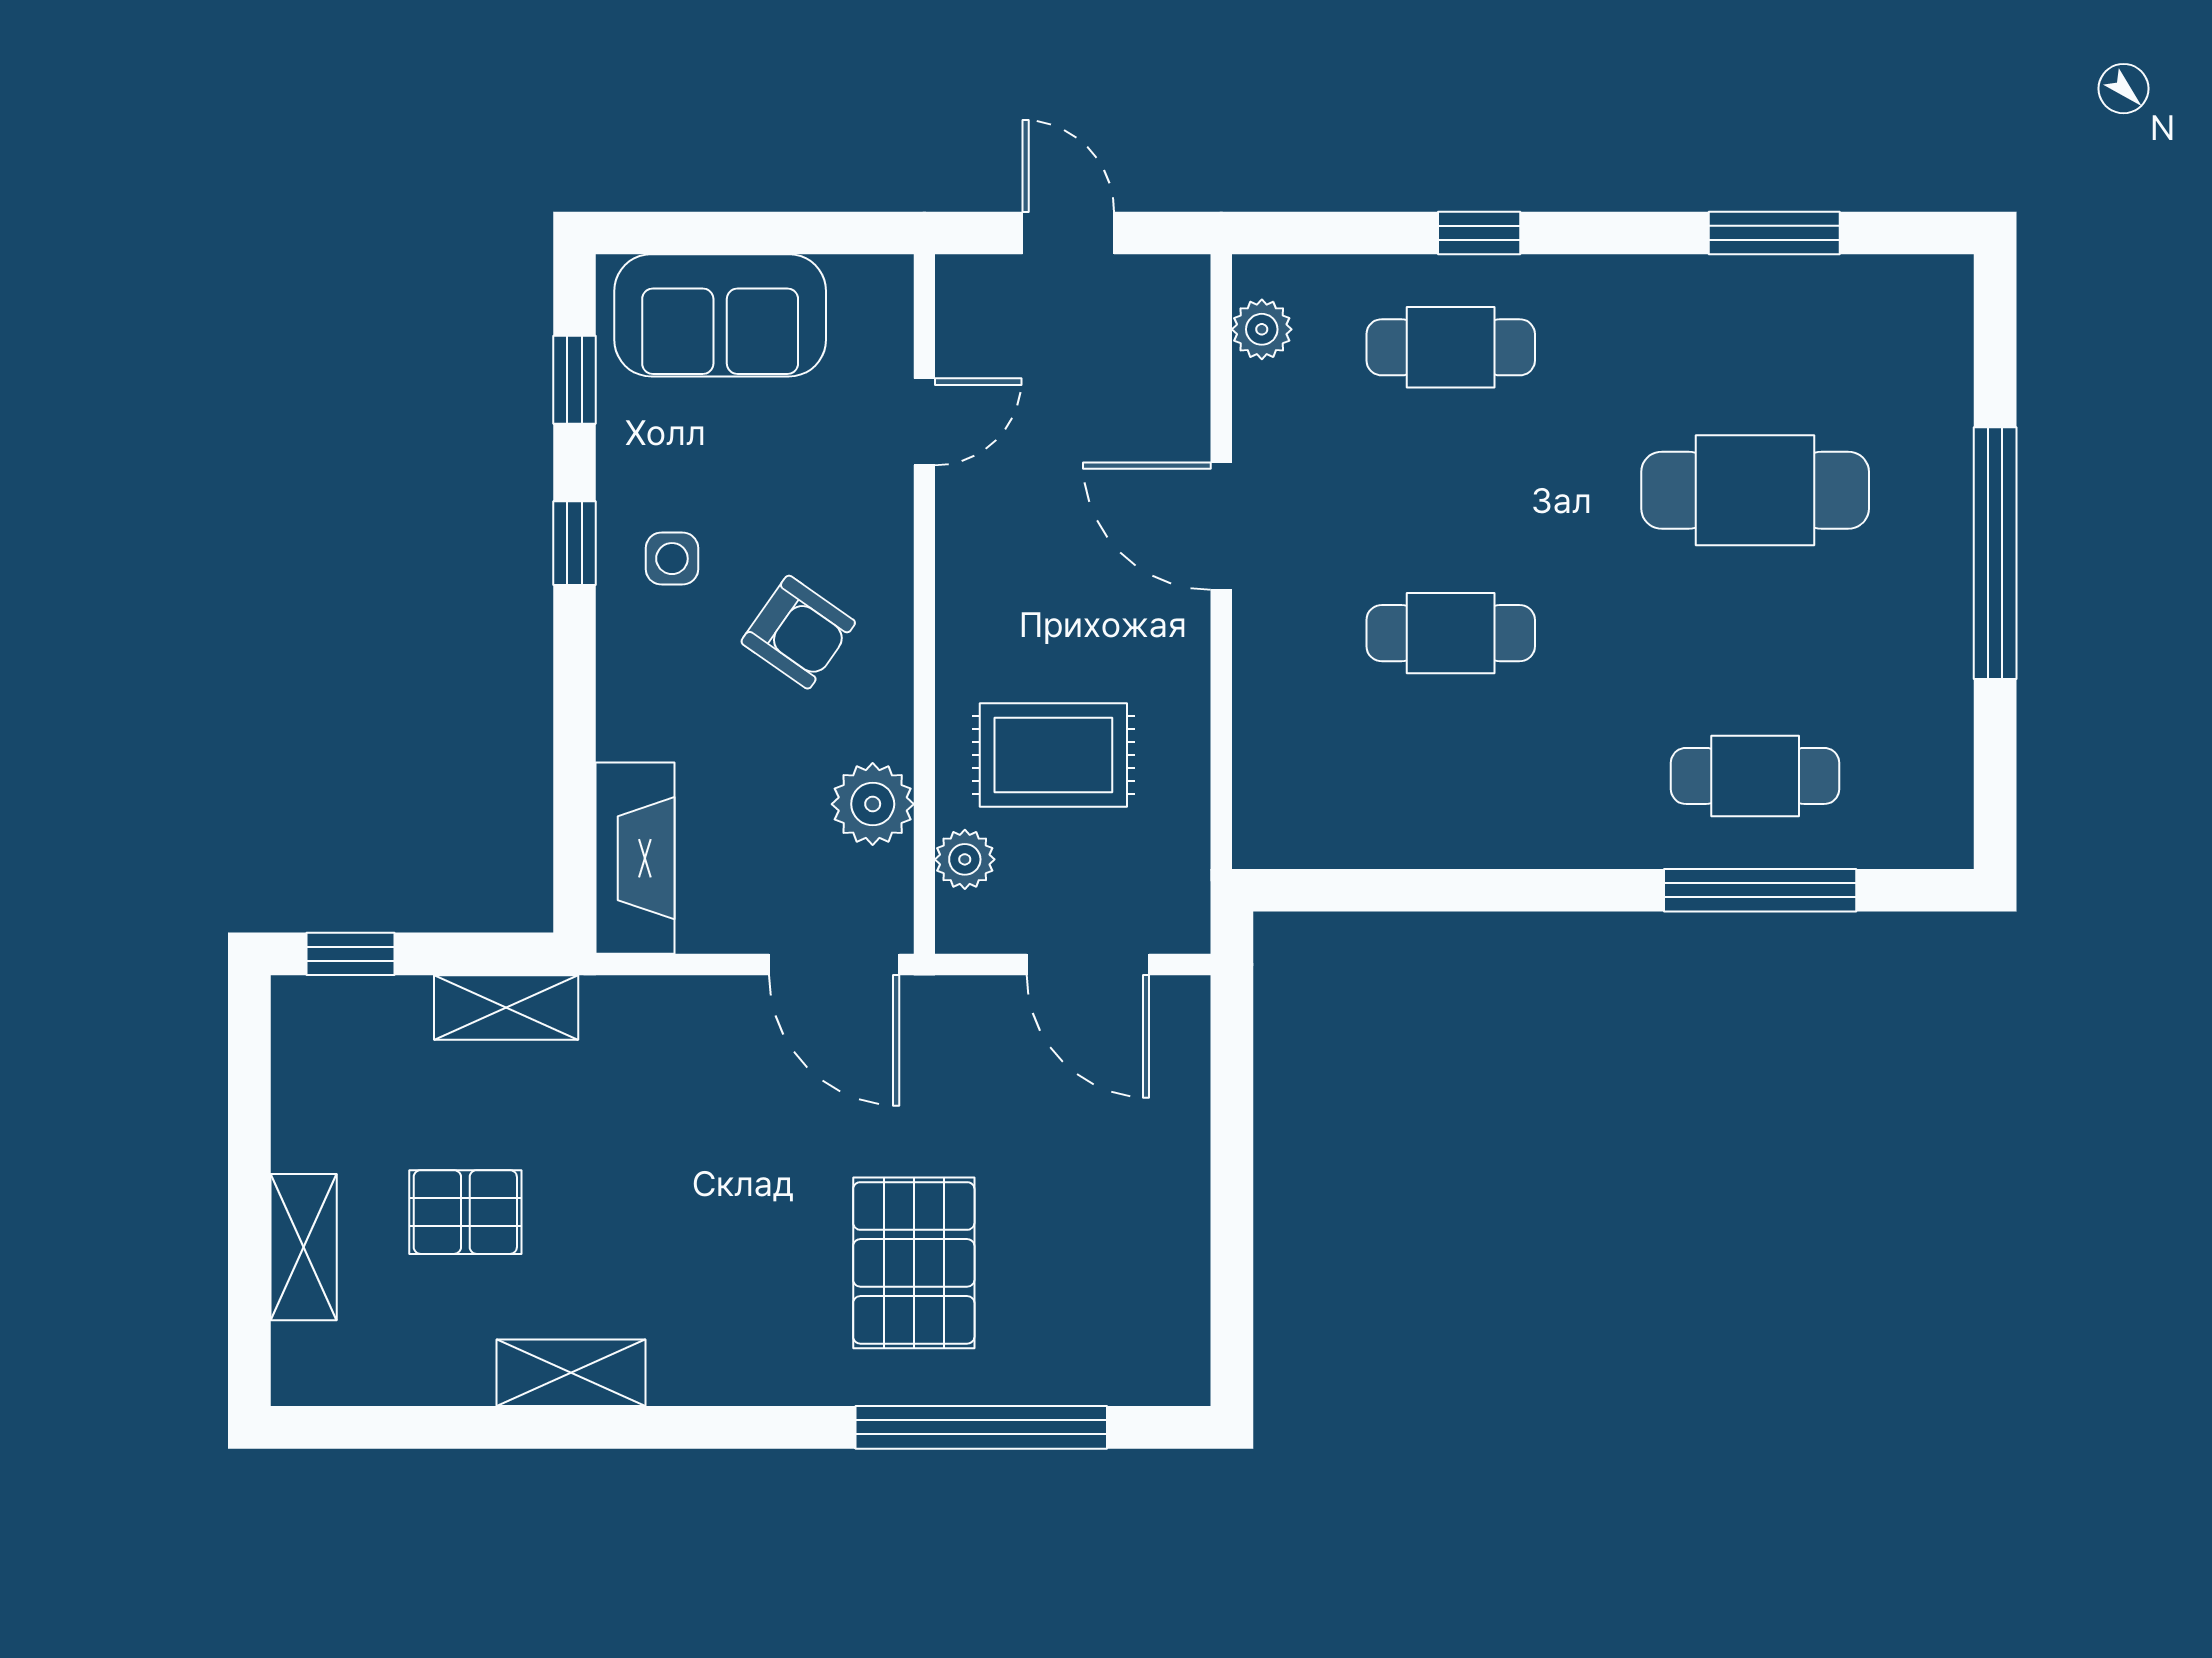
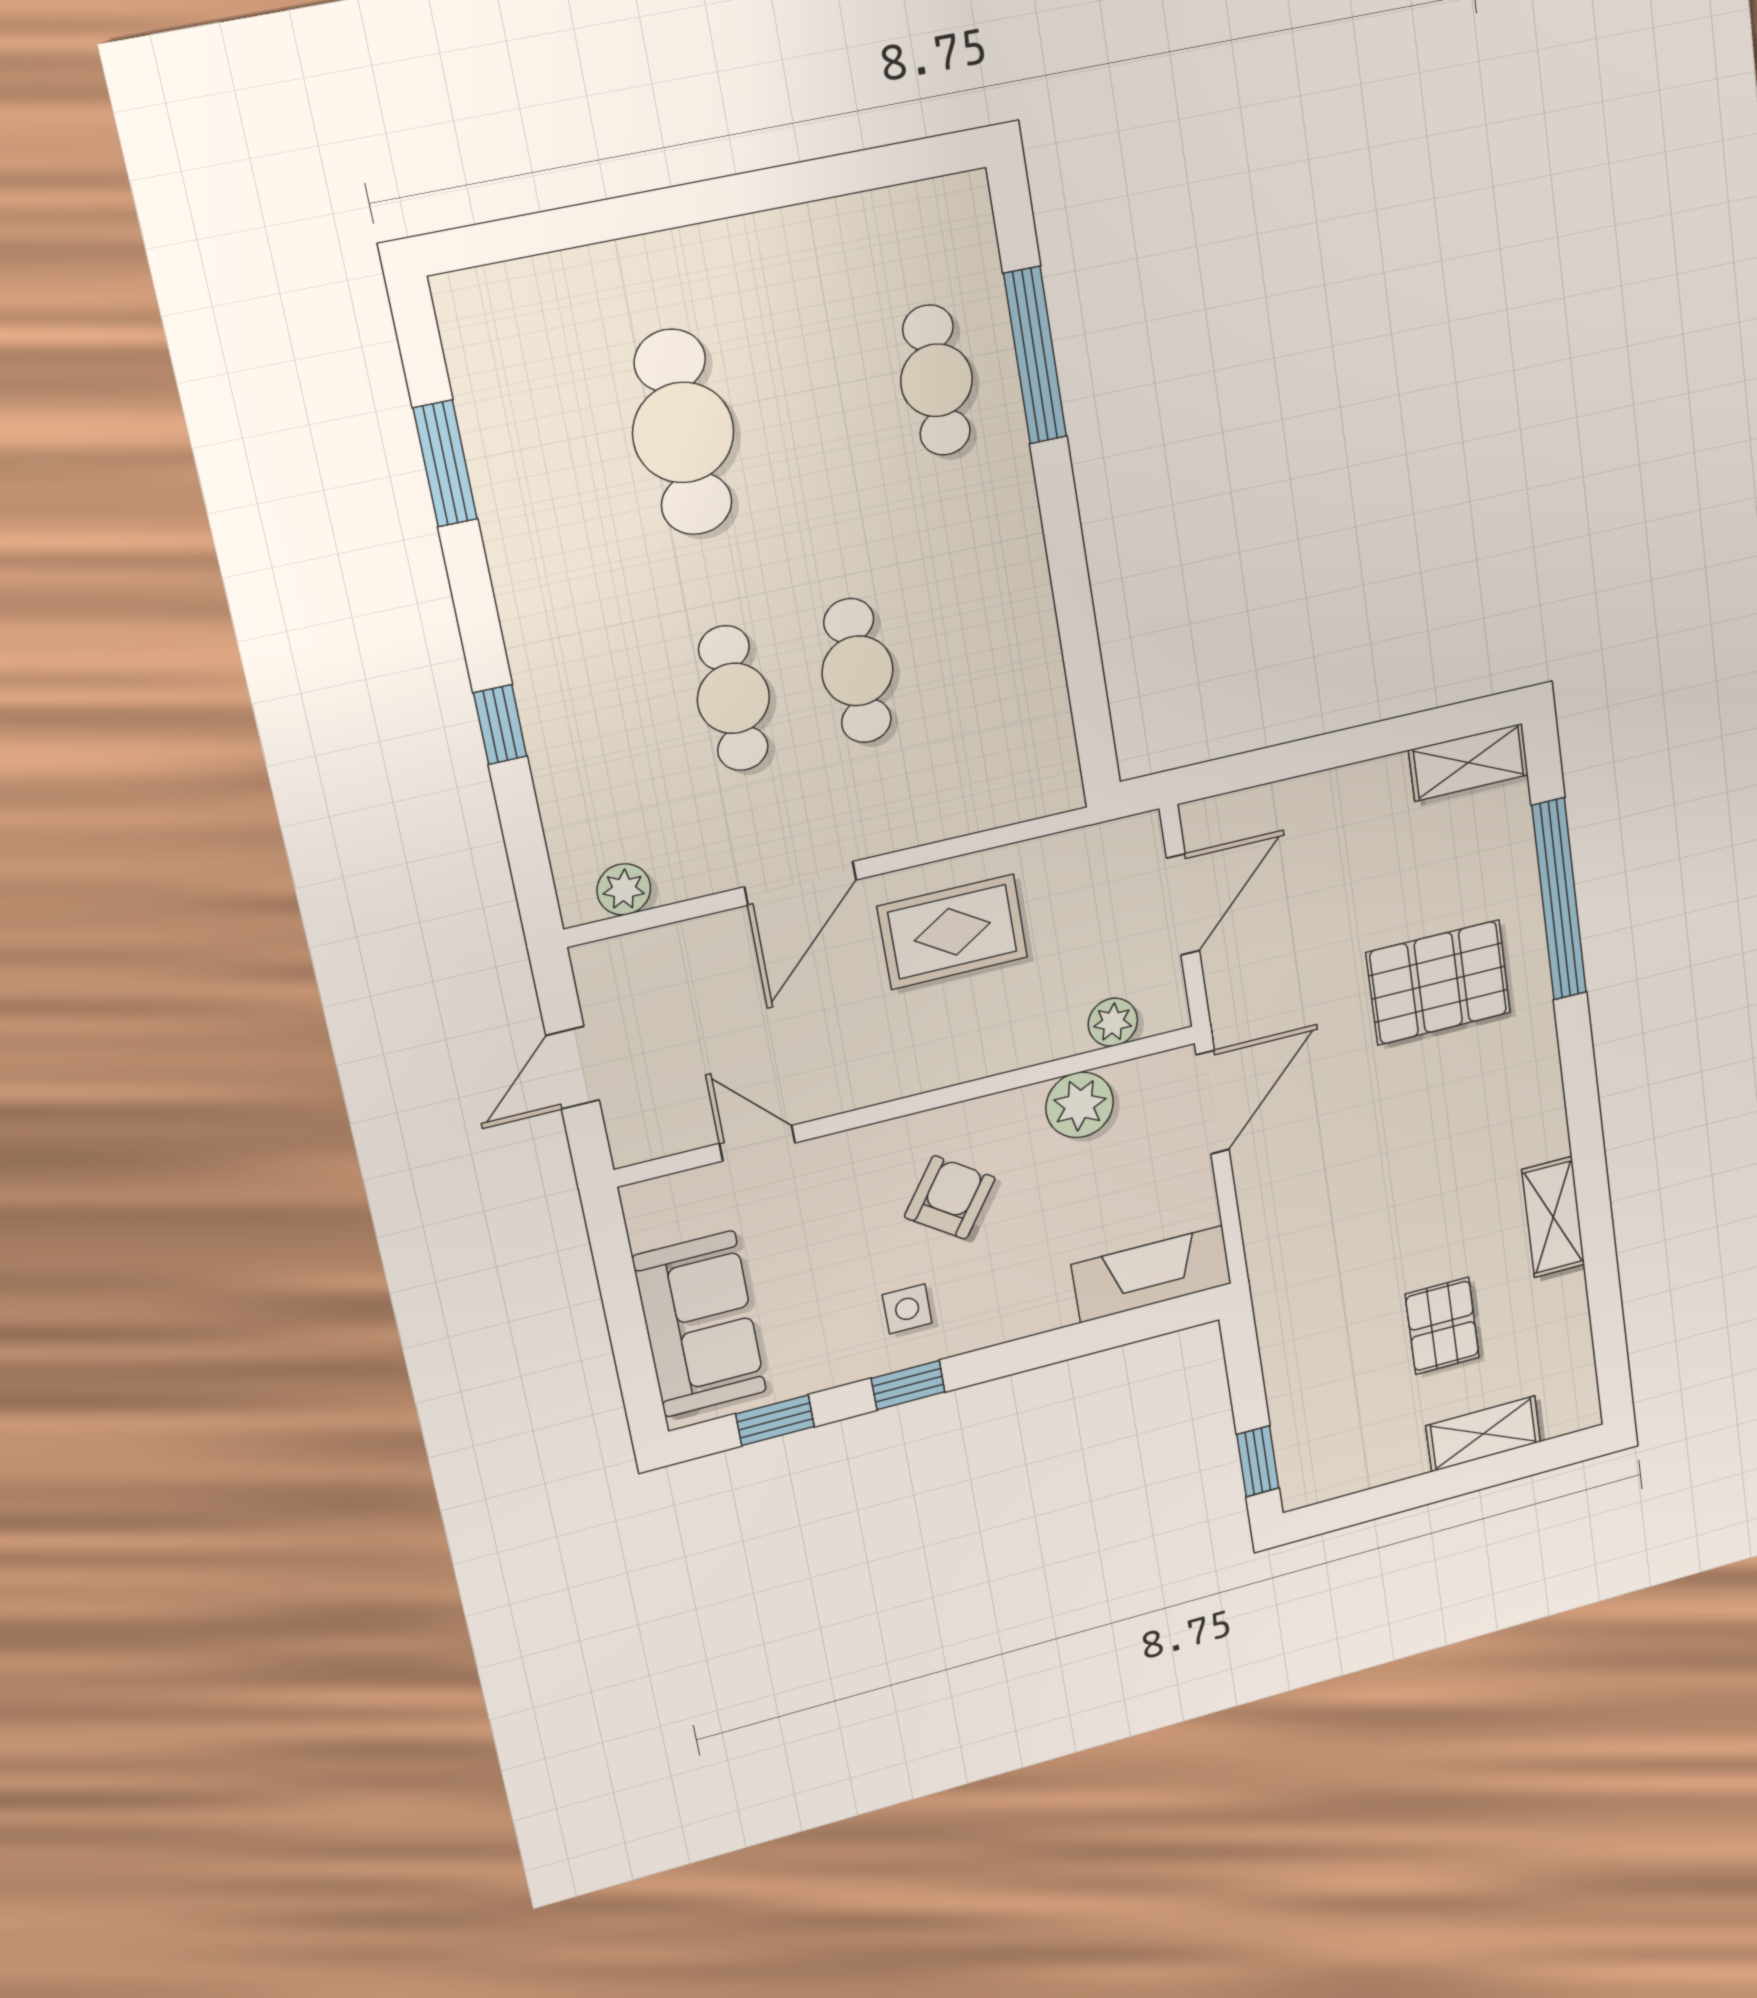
cafe table: (1451, 347) -> (733, 698), moved
window: (1995, 553) -> (700, 202), removed
rug: (1053, 755) -> (952, 932), moved, turned 90
shelving: (506, 1007) -> (1469, 763), moved, turned 90

